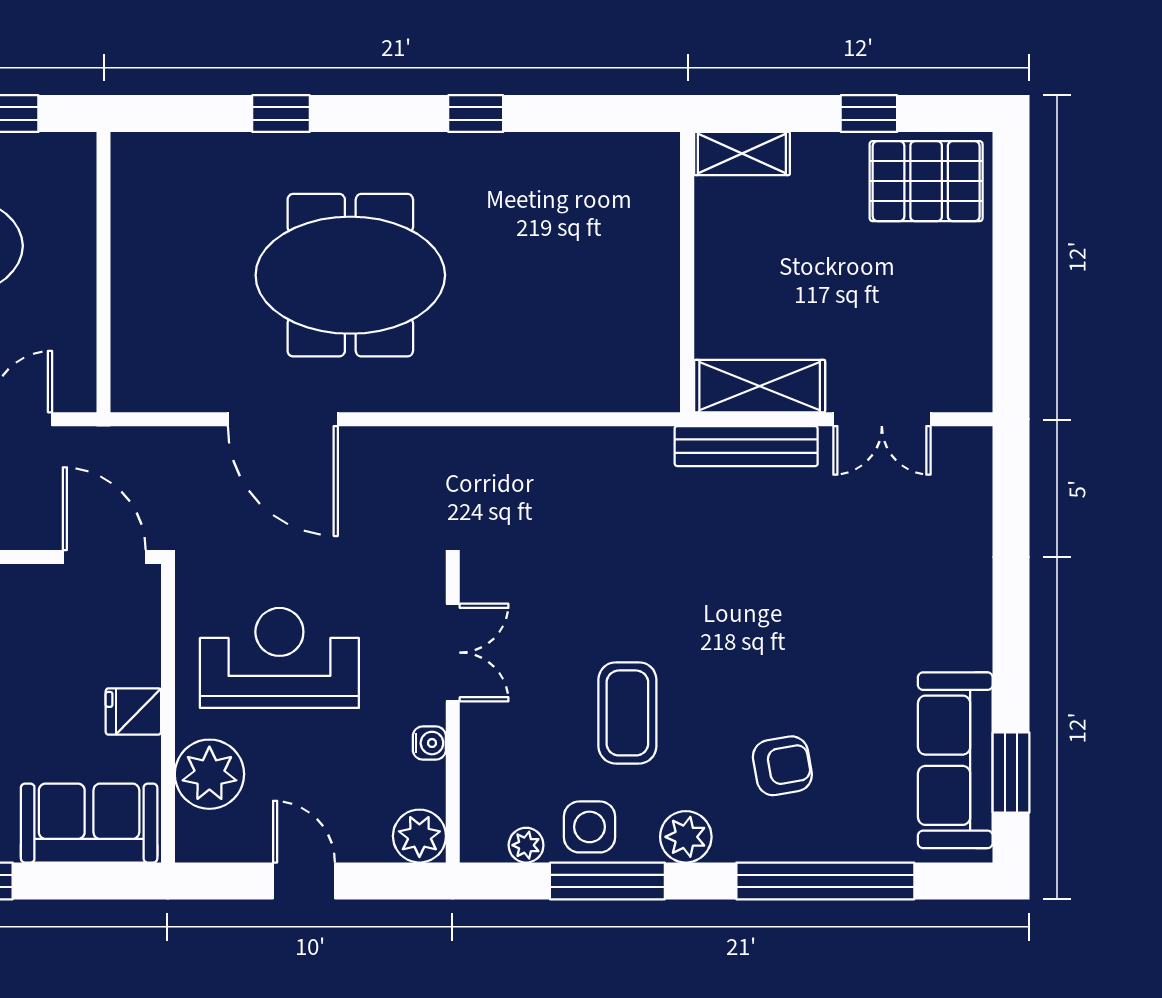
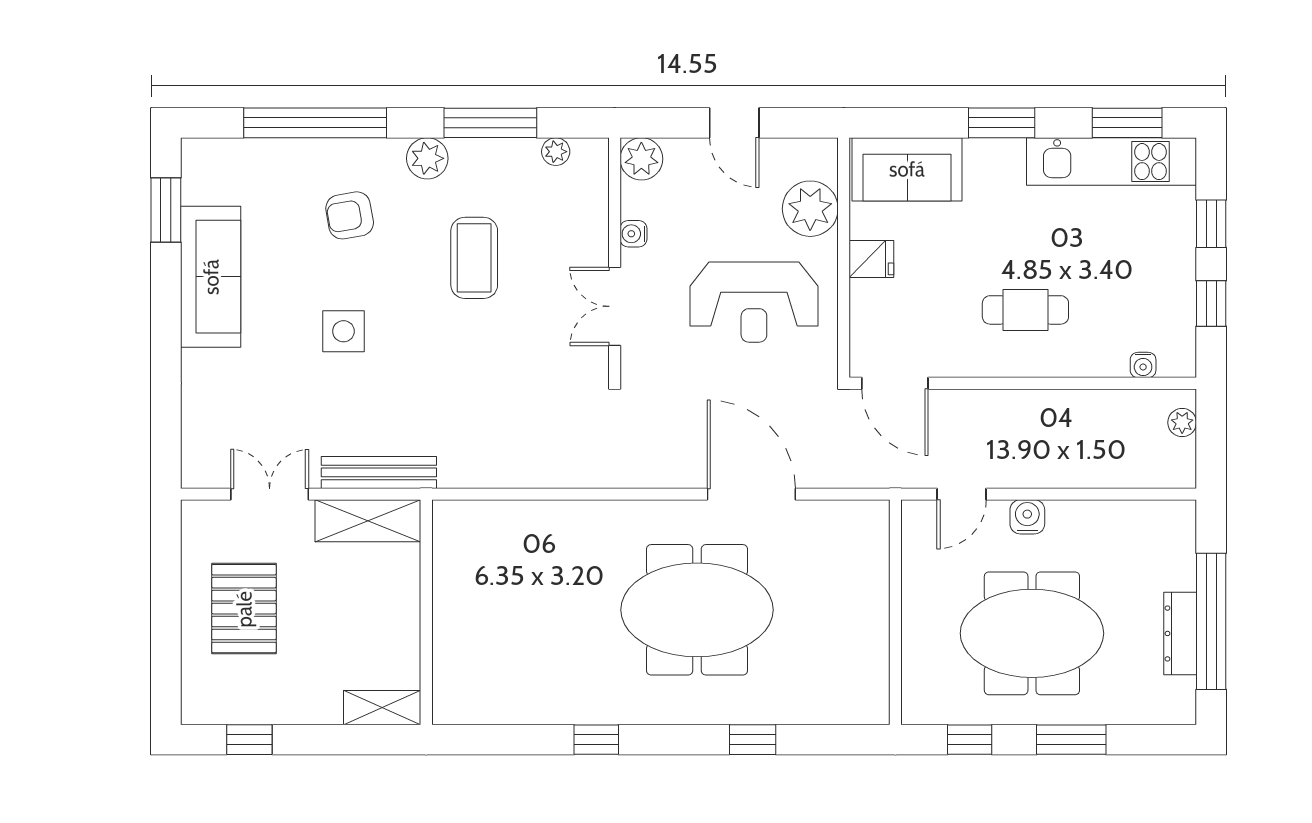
window: (869, 114) -> (249, 740), moved
pallet: (926, 181) -> (244, 609), moved, turned 90
sofa: (955, 760) -> (211, 277), moved
side table: (589, 827) -> (343, 331), moved

